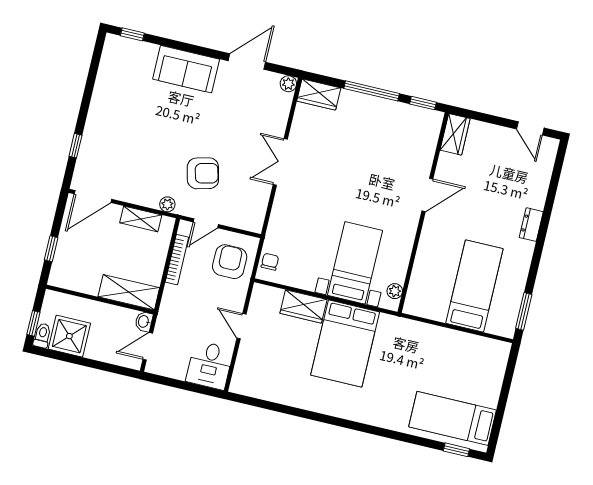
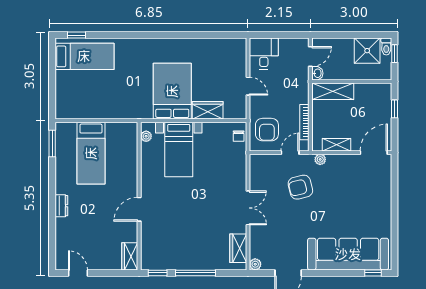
sofa: (186, 69) -> (348, 254), width x1.85, depth x1.27
wardrobe: (319, 94) -> (238, 248), moved, turned -90
window: (75, 146) -> (394, 185), removed

